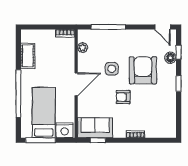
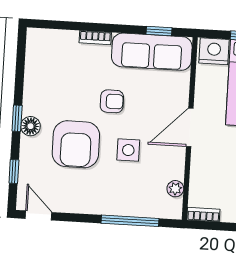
floor lamp: (170, 58) -> (31, 126), moved
sofa: (95, 128) -> (152, 52), width x1.36

